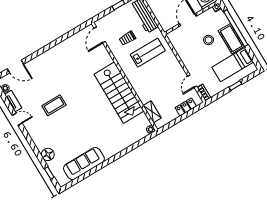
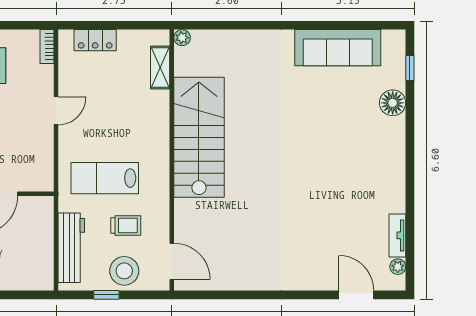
stool: (117, 19) -> (124, 271), added
door: (100, 35) -> (172, 261), hinge flipped
door: (192, 81) -> (56, 111), moved
coffee table: (54, 105) -> (329, 184), removed
door: (17, 119) -> (410, 199), removed

